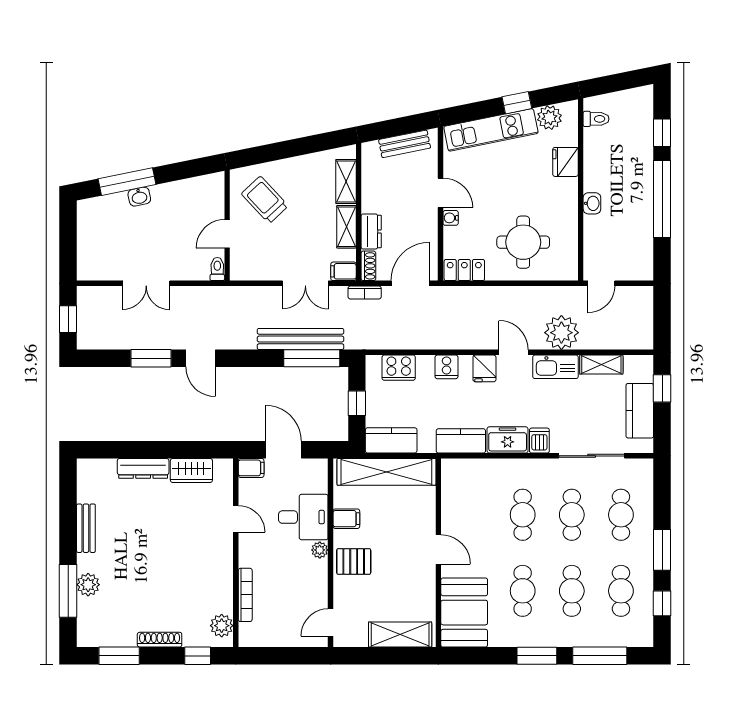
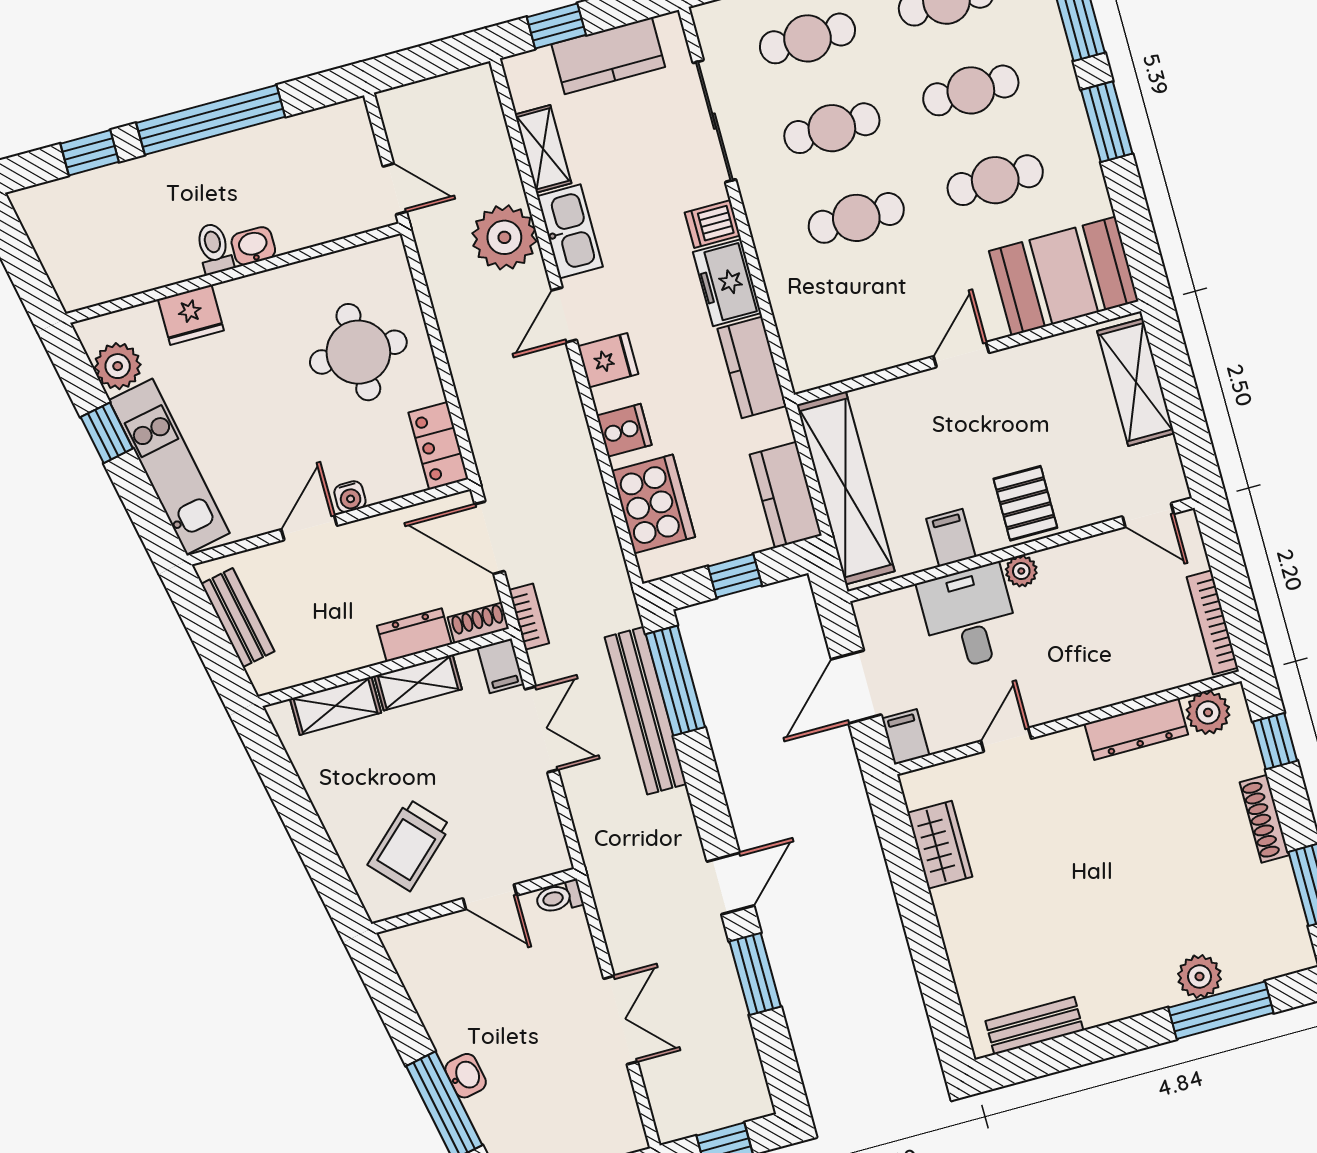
toilet: (596, 119) -> (214, 248), moved
cooker: (399, 368) -> (653, 504), width x1.37, depth x1.31
dresser: (143, 468) -> (1136, 729), moved, turned 90
bench: (86, 528) -> (1034, 1026), moved
bookcase: (245, 595) -> (1212, 622), moved, turned -90

